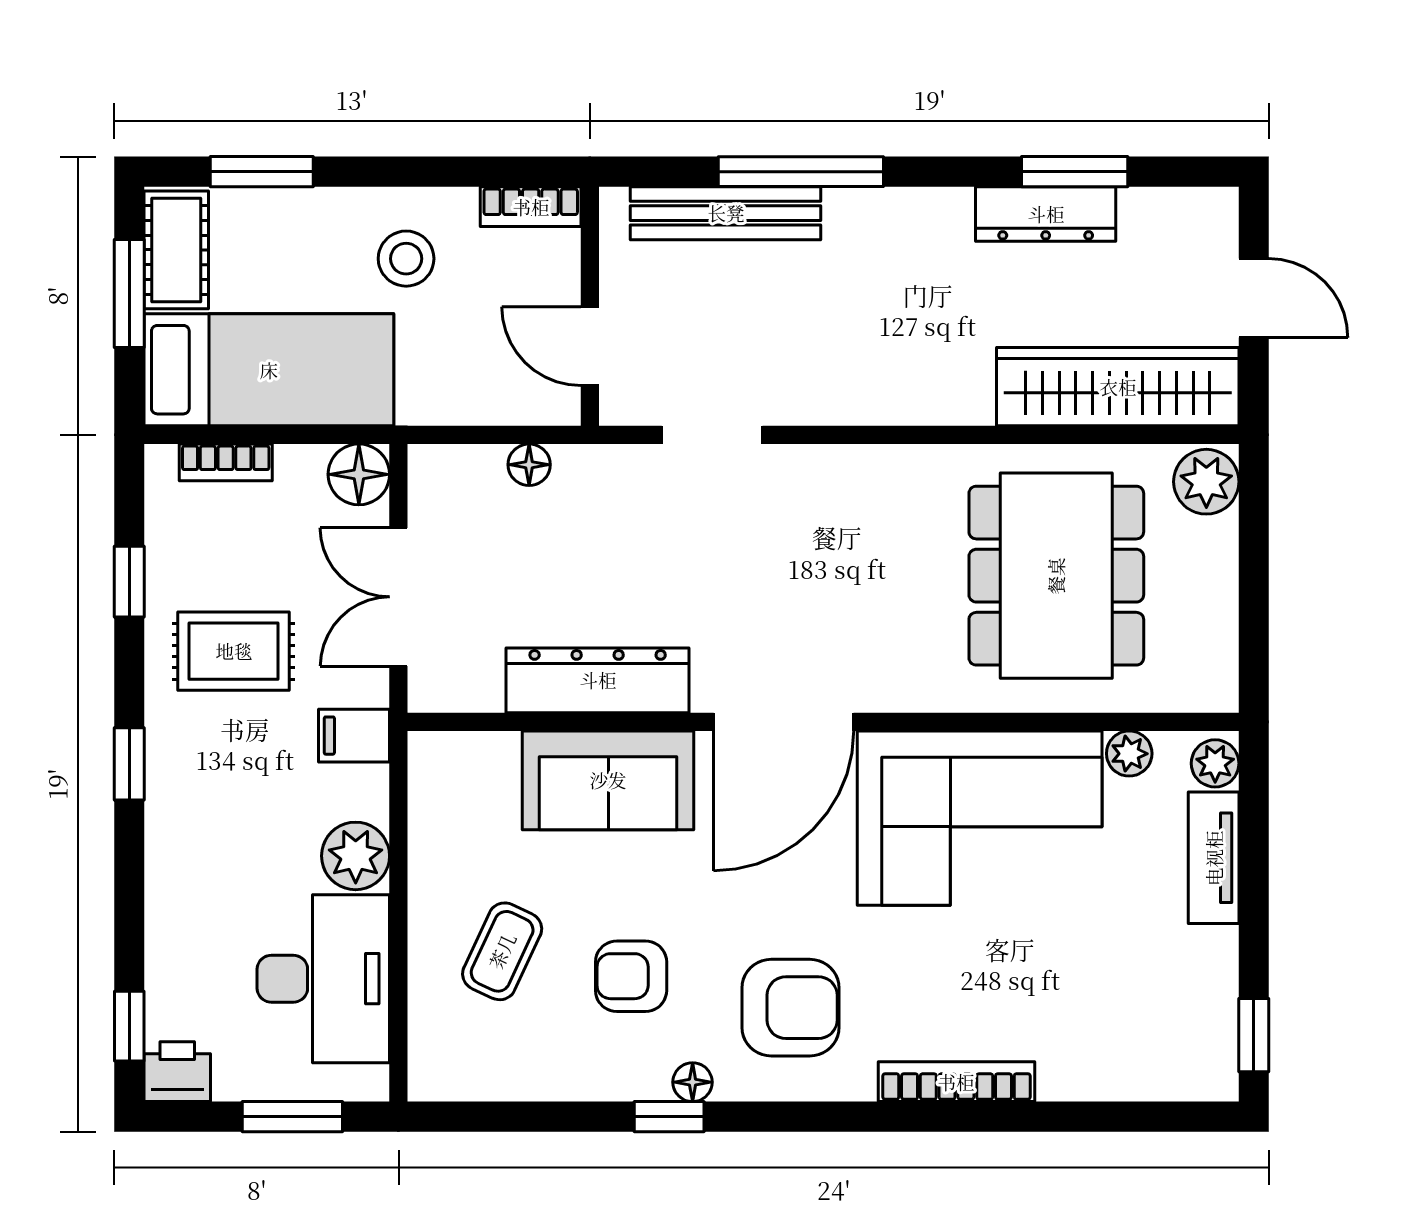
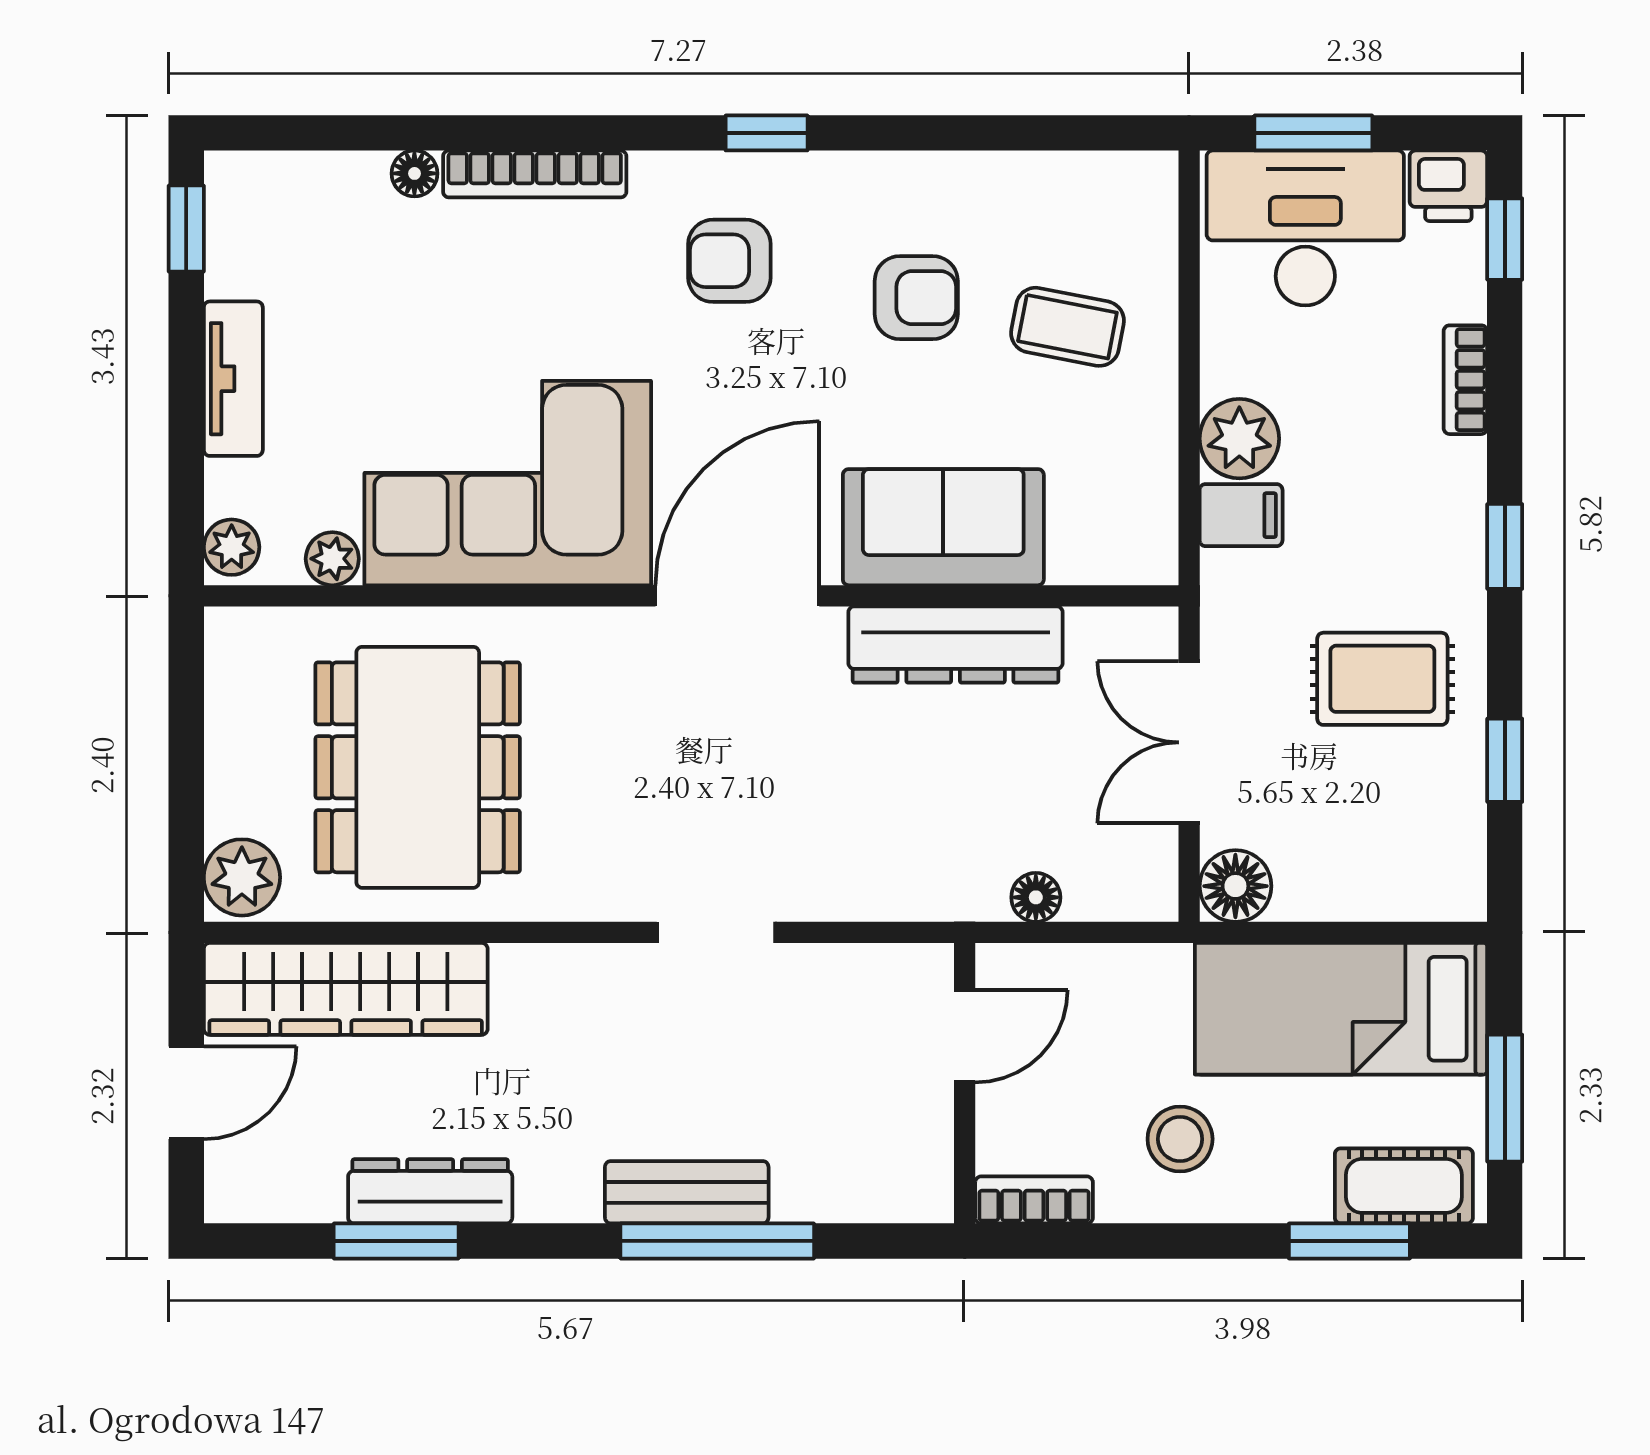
bench: (726, 213) -> (687, 1192), moved, width x0.73
cot: (176, 250) -> (1404, 1186), moved, turned 90
door: (1254, 298) -> (186, 1093), swing flipped
door: (590, 346) -> (965, 1036), hinge flipped
doorway: (712, 435) -> (716, 932), moved
bookcase: (226, 462) -> (1465, 380), moved, turned -90
double door: (398, 597) -> (1189, 742), swing flipped
filing cabinet: (354, 736) -> (1241, 515), moved
tv unit: (1214, 858) -> (233, 379), moved
coffee table: (502, 951) -> (1067, 327), turned 76
desk: (323, 979) -> (1305, 228), moved, turned 90
armchair: (790, 1008) -> (729, 261), width x0.72, depth x0.72
floor lamp: (693, 1082) -> (414, 173), moved
window: (669, 1117) -> (767, 133), moved

